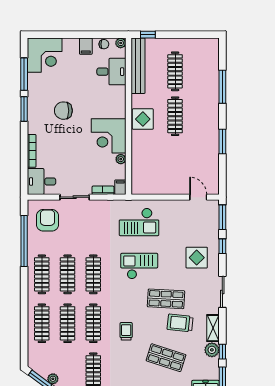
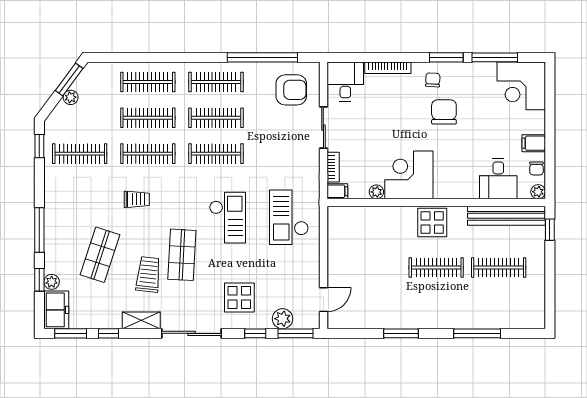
chair: (40, 119) -> (433, 80), added
sliding door: (222, 292) -> (192, 333), width x1.37
plant: (212, 350) -> (283, 319), moved

